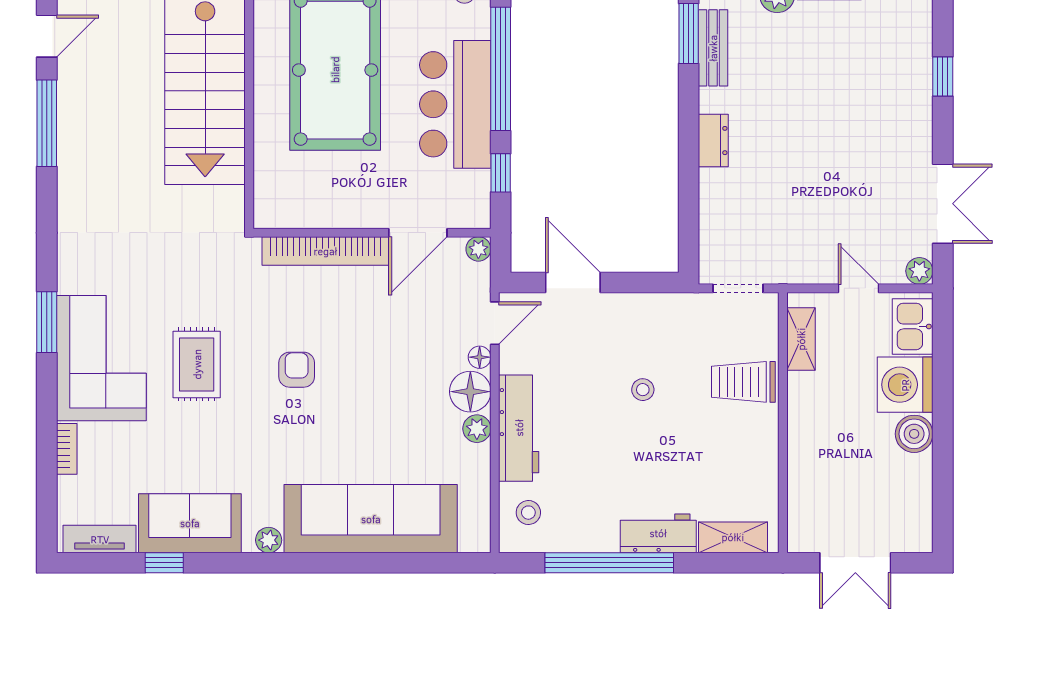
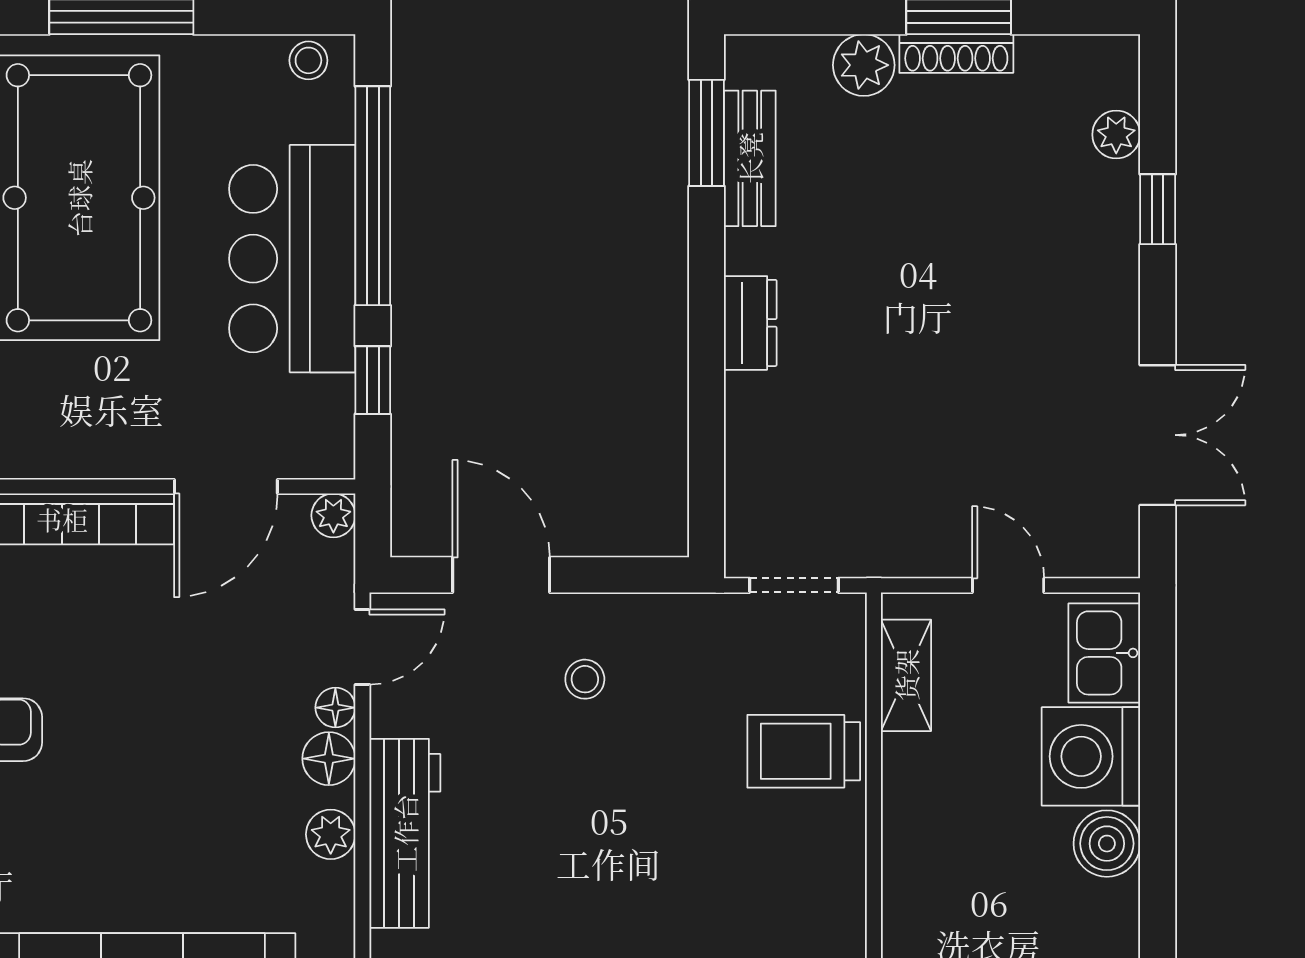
plant: (919, 271) -> (1116, 135), moved
stool: (643, 390) -> (585, 679), moved
floor lamp: (470, 392) -> (329, 759), width x0.73, depth x0.73

